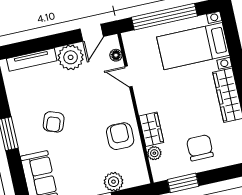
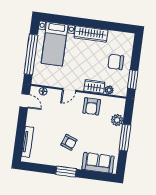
plant: (71, 57) -> (35, 118), removed
door: (129, 77) -> (69, 90), moved
armchair: (120, 136) -> (92, 106), turned -90

